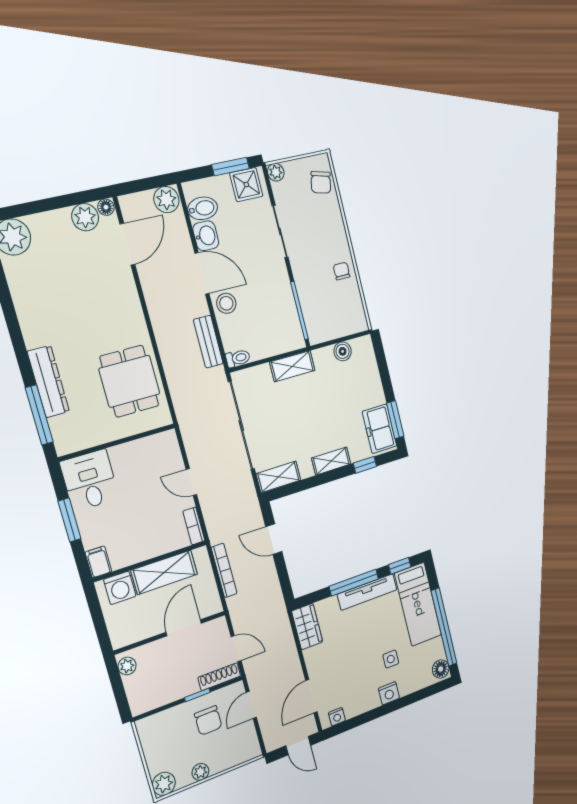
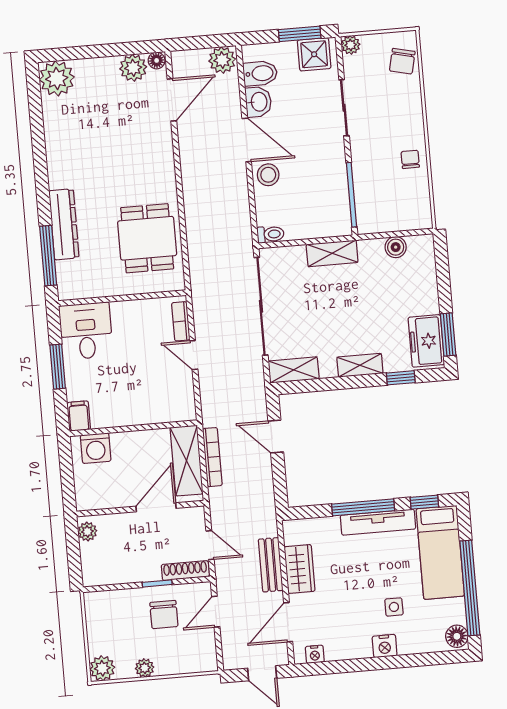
bench: (208, 342) -> (271, 565), moved
bookcase: (194, 526) -> (181, 321), moved
shelving: (164, 572) -> (187, 461), moved, turned 90
wardrobe: (307, 627) -> (300, 569), moved

